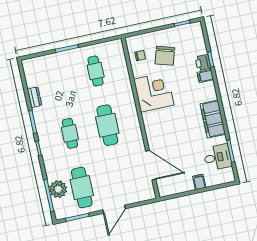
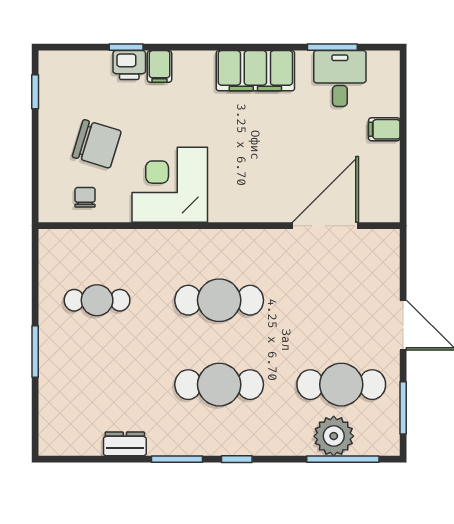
cafe table: (70, 133) -> (219, 385), width x1.37, depth x1.35

